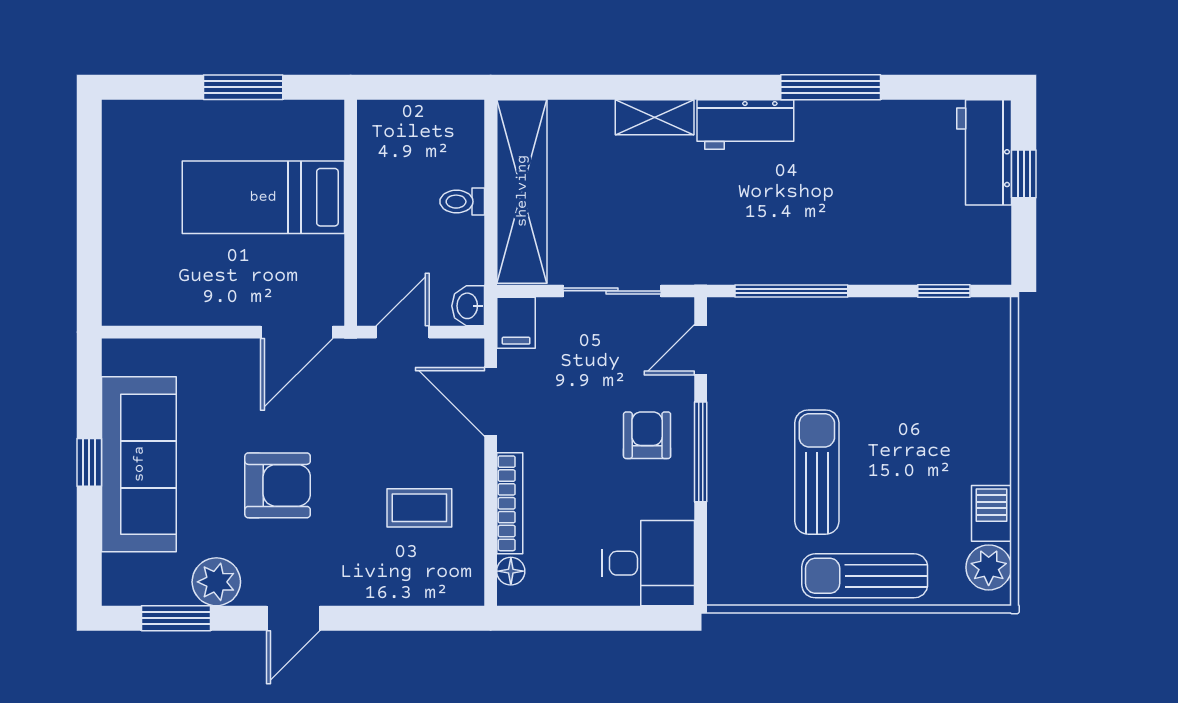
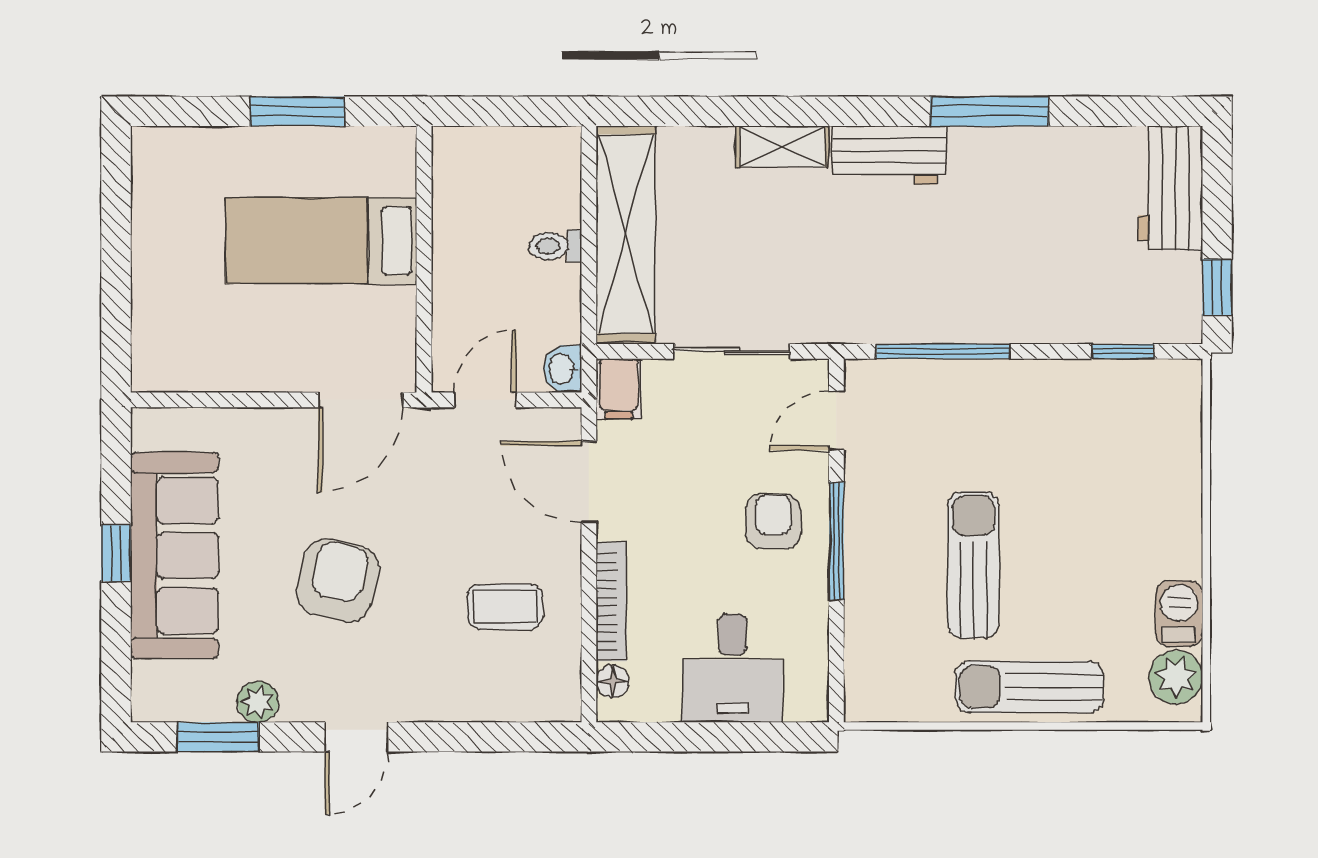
window: (1024, 174) -> (1217, 287), moved
armchair: (278, 485) -> (338, 580), turned -76
desk: (648, 563) -> (732, 668), moved, turned 90
plant: (216, 582) -> (258, 702), width x0.73, depth x0.73

